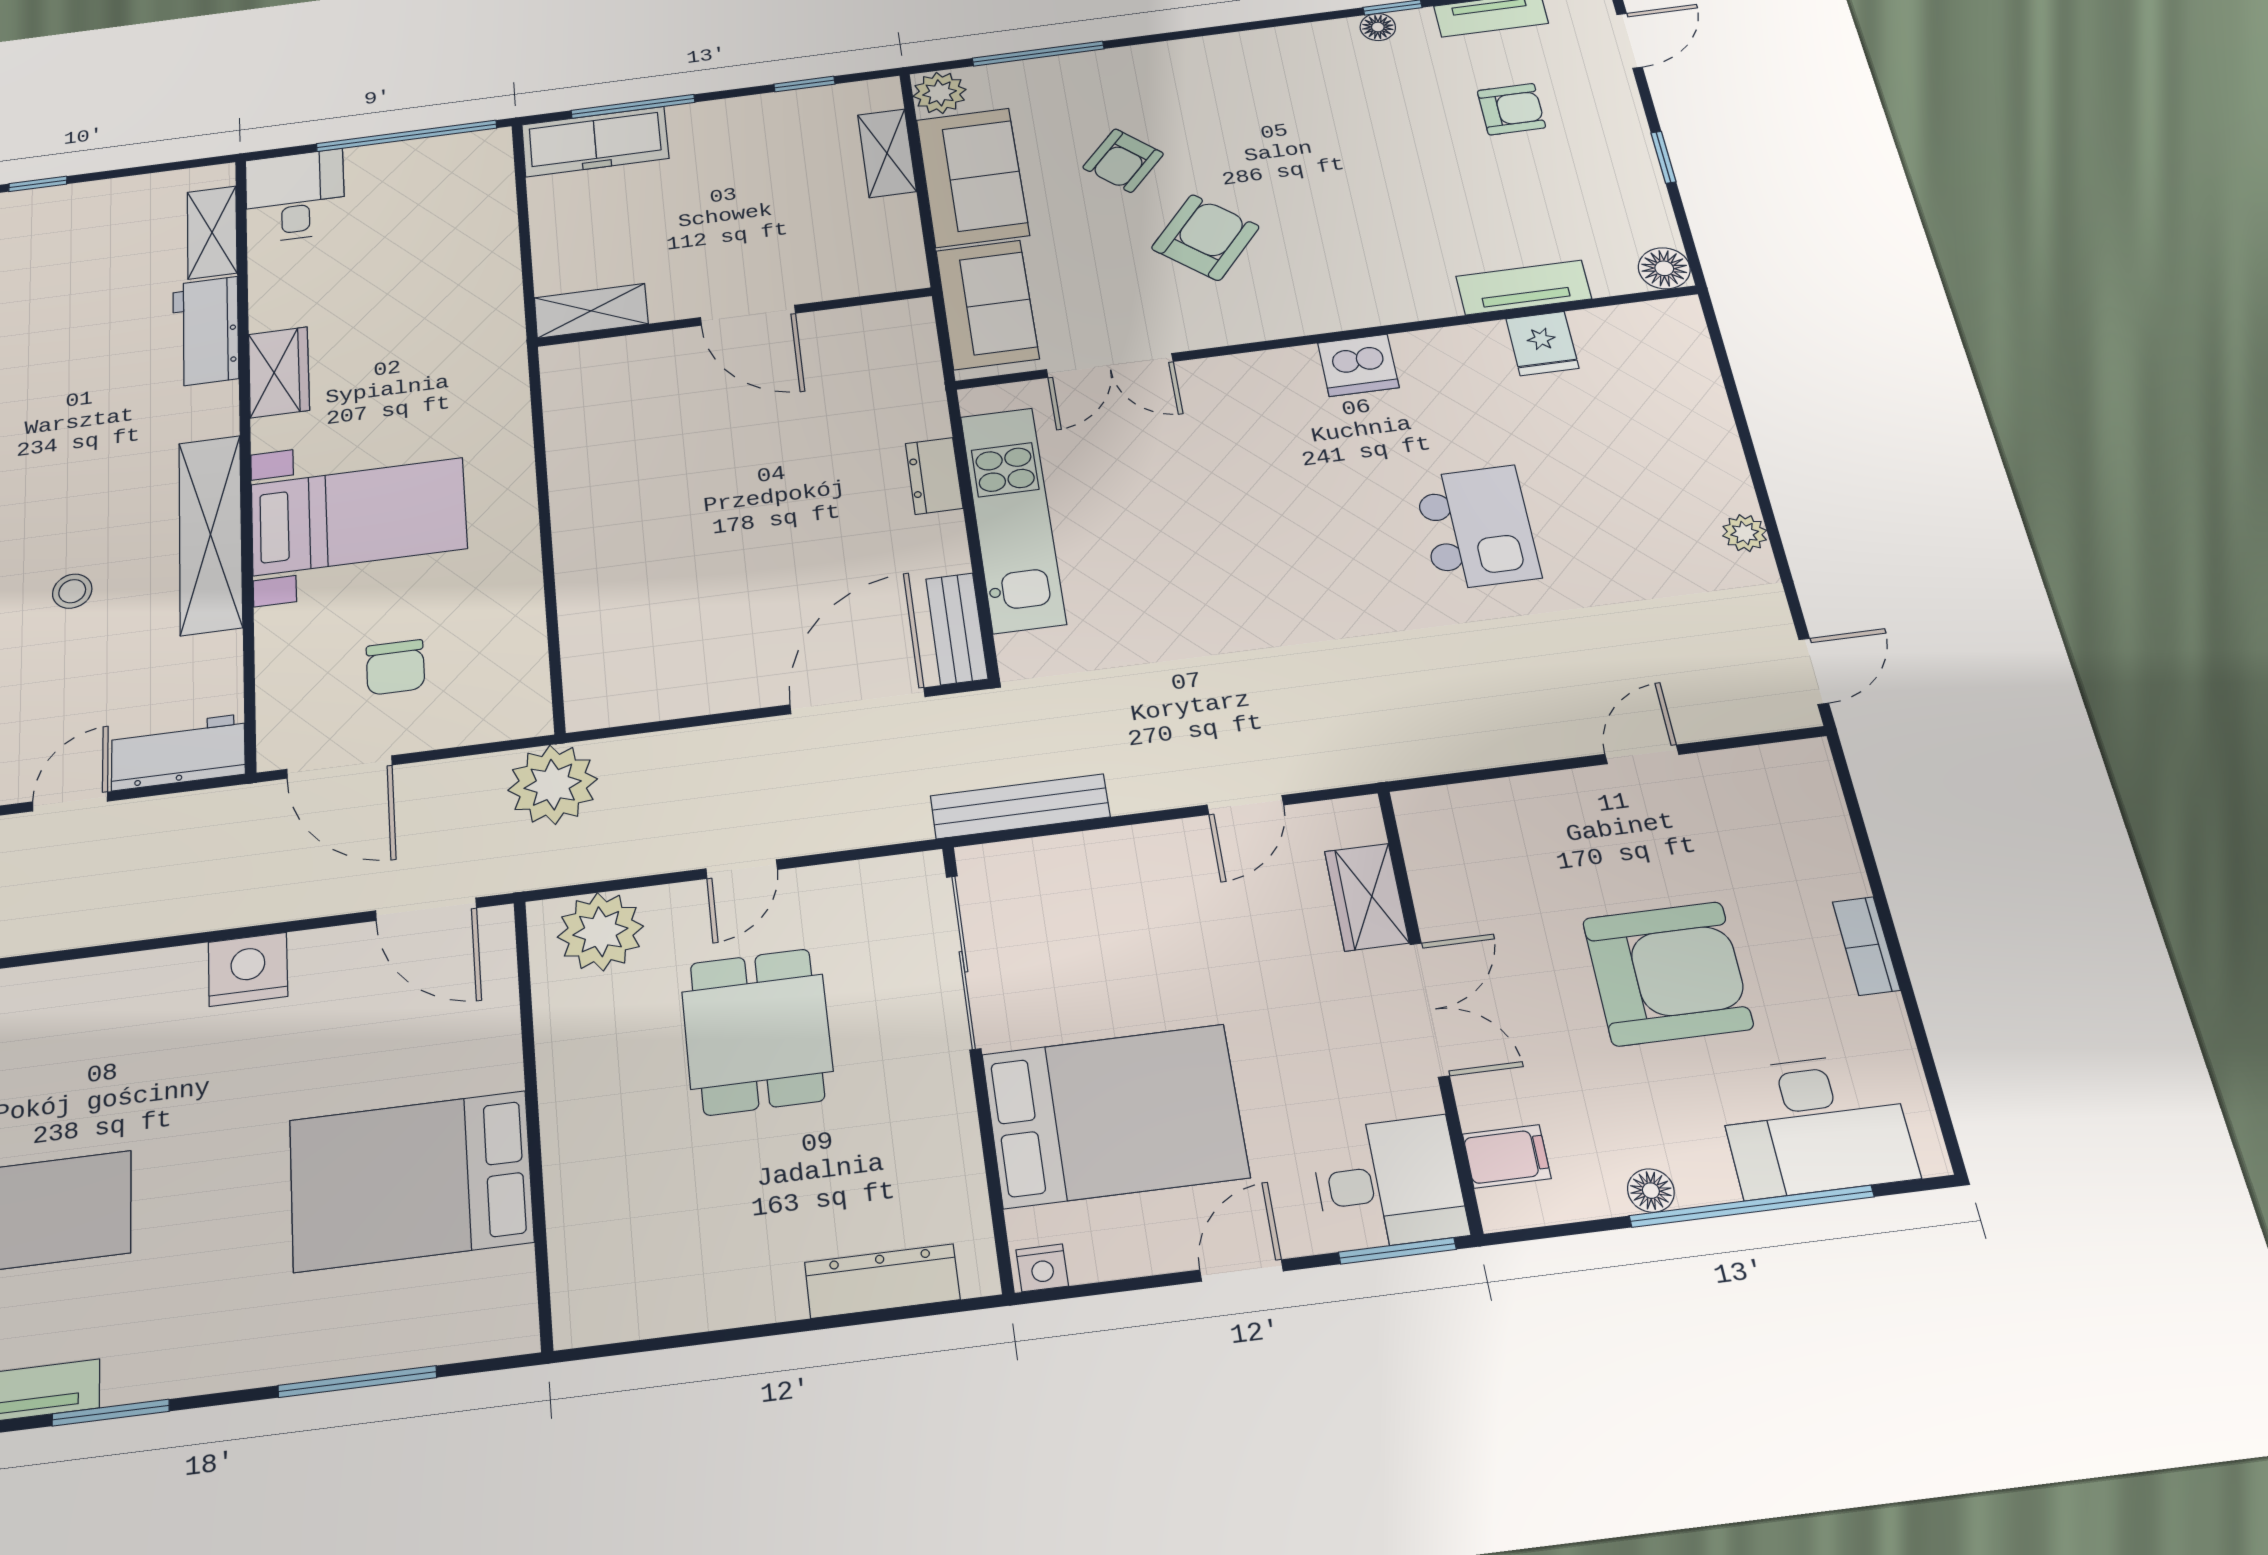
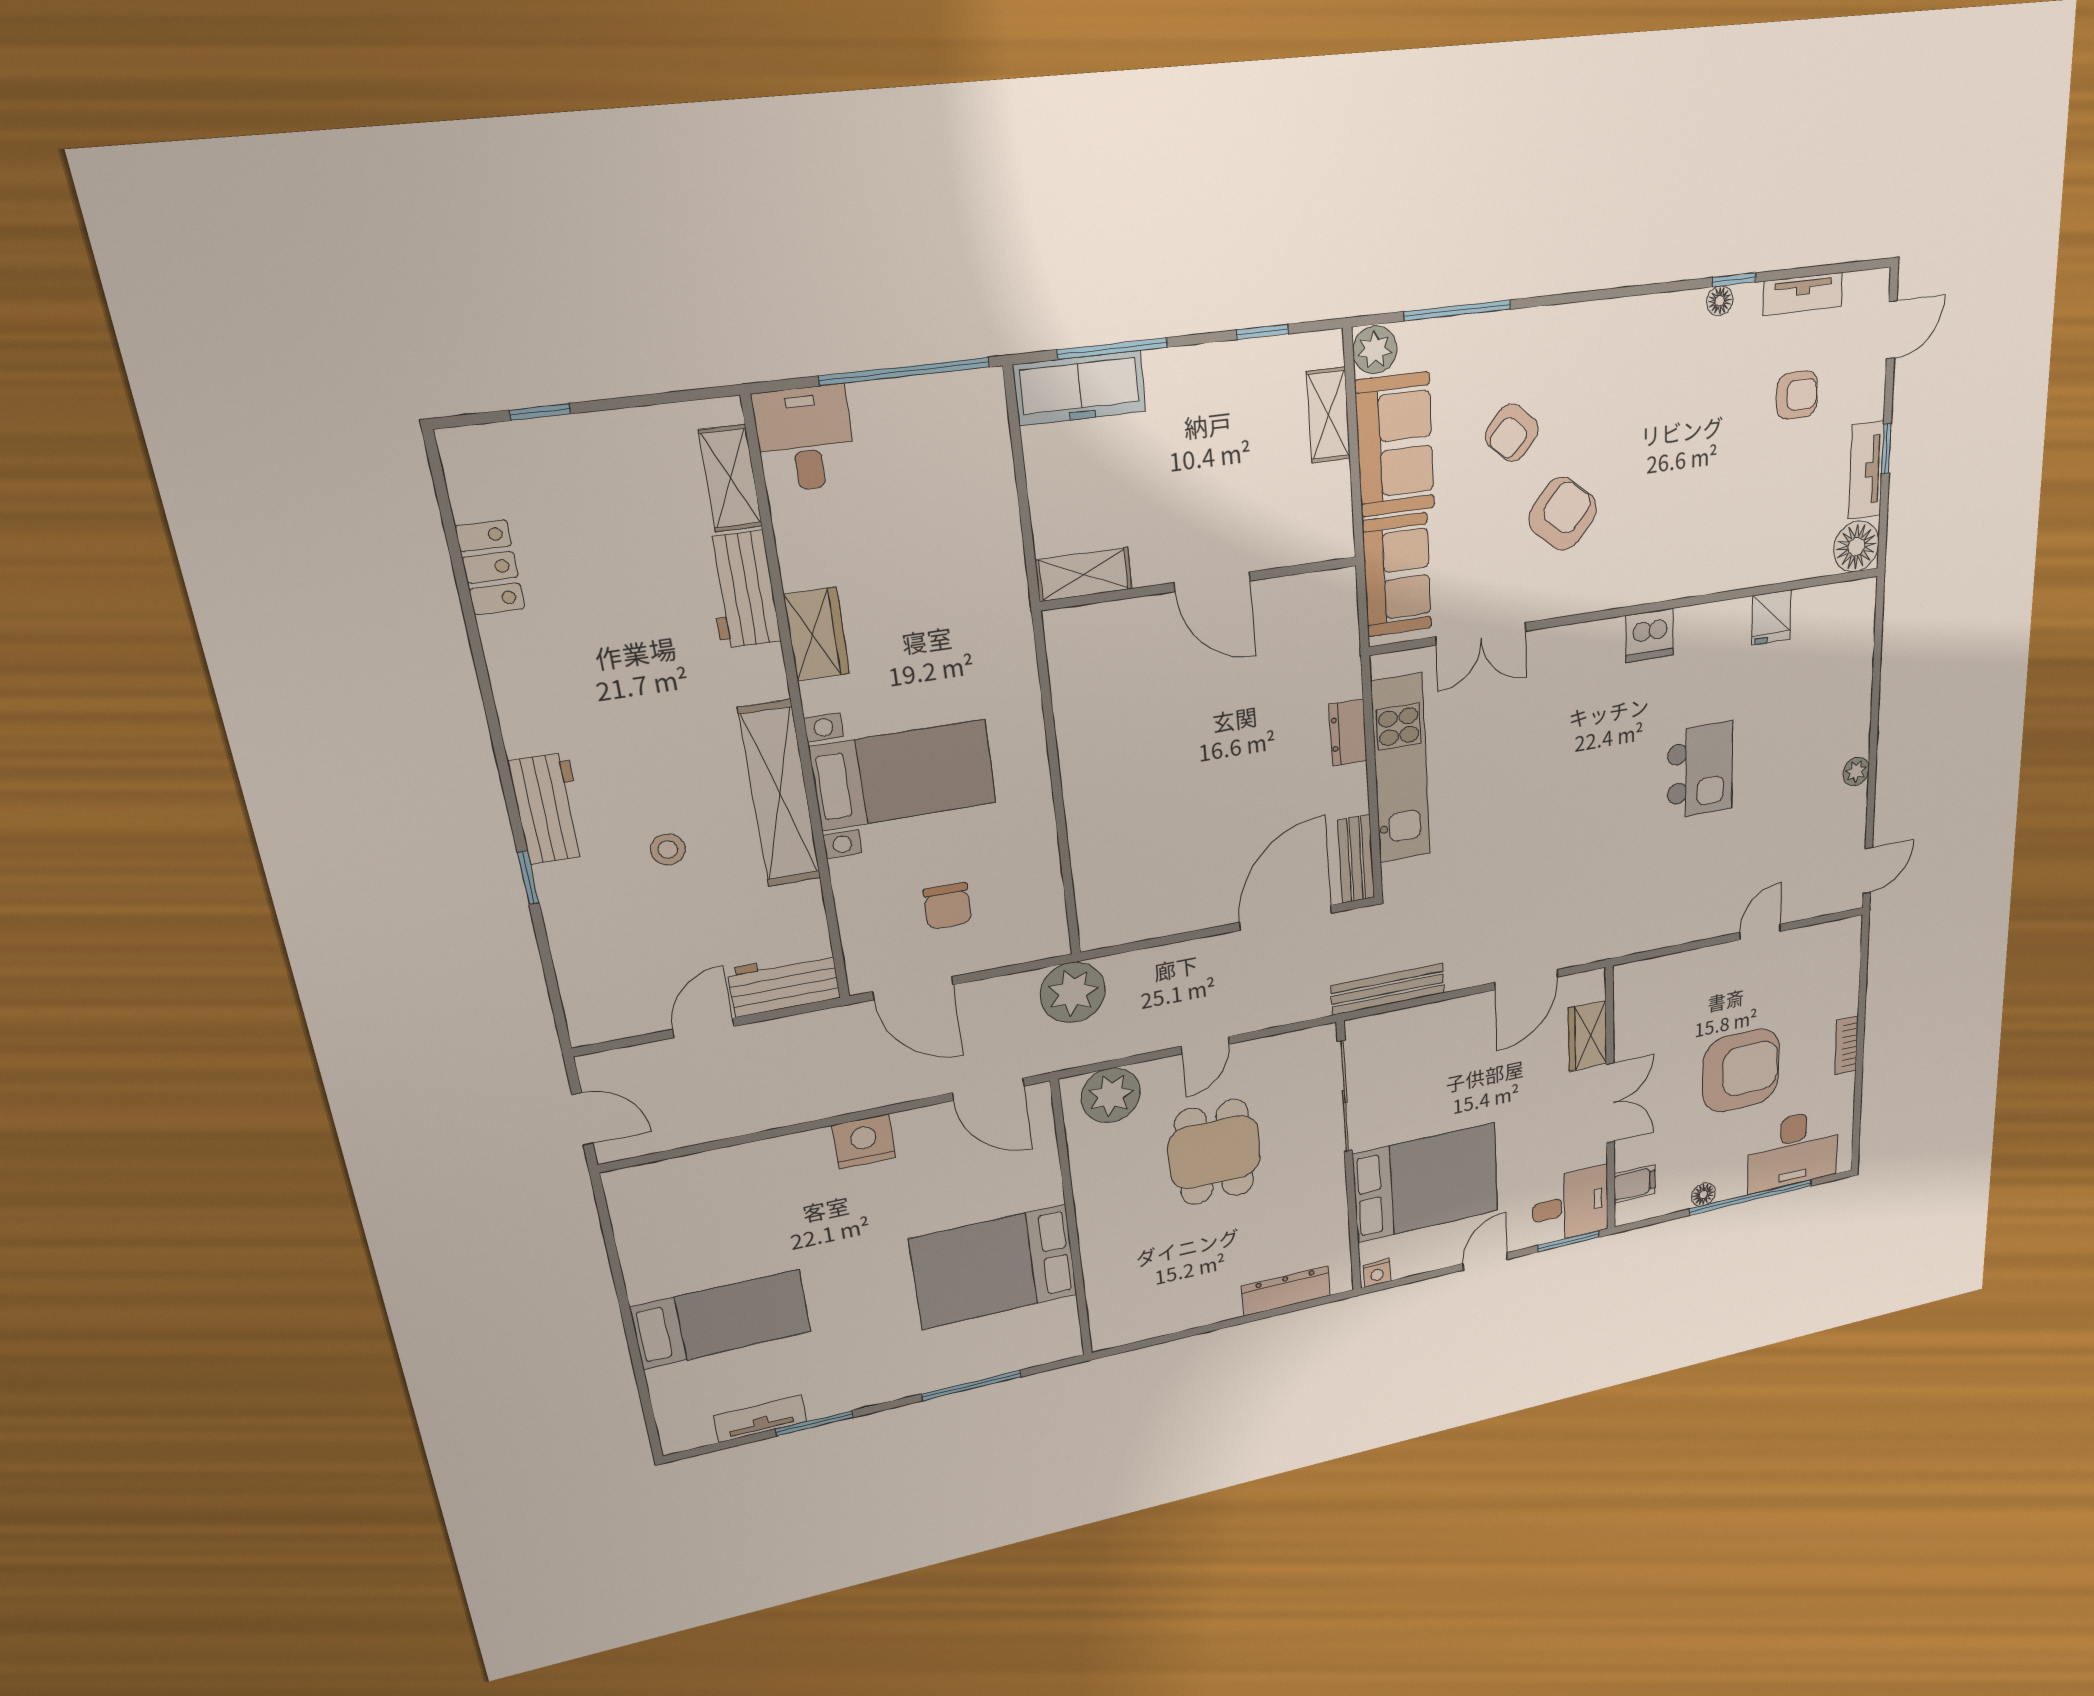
floor lamp: (1664, 268) -> (1856, 547), width x1.38, depth x1.38
tv unit: (1524, 288) -> (1866, 470), moved, turned -90
door: (1245, 805) -> (1526, 980), width x1.38

